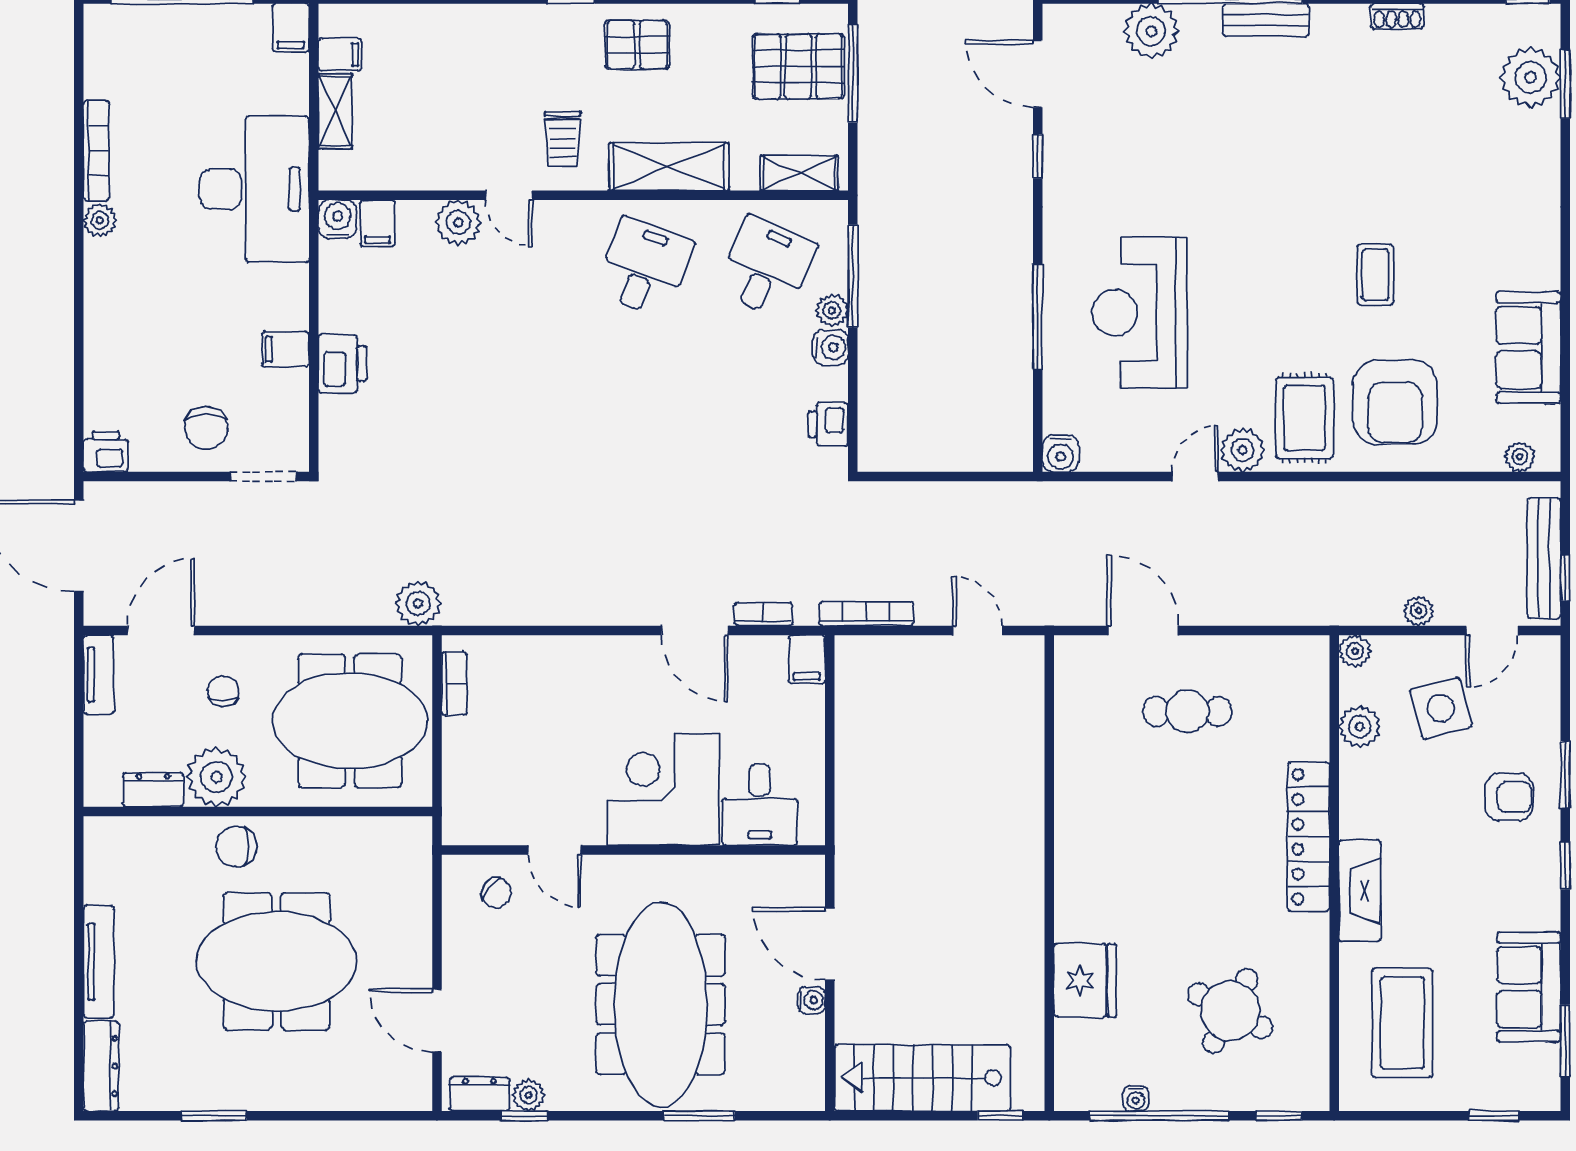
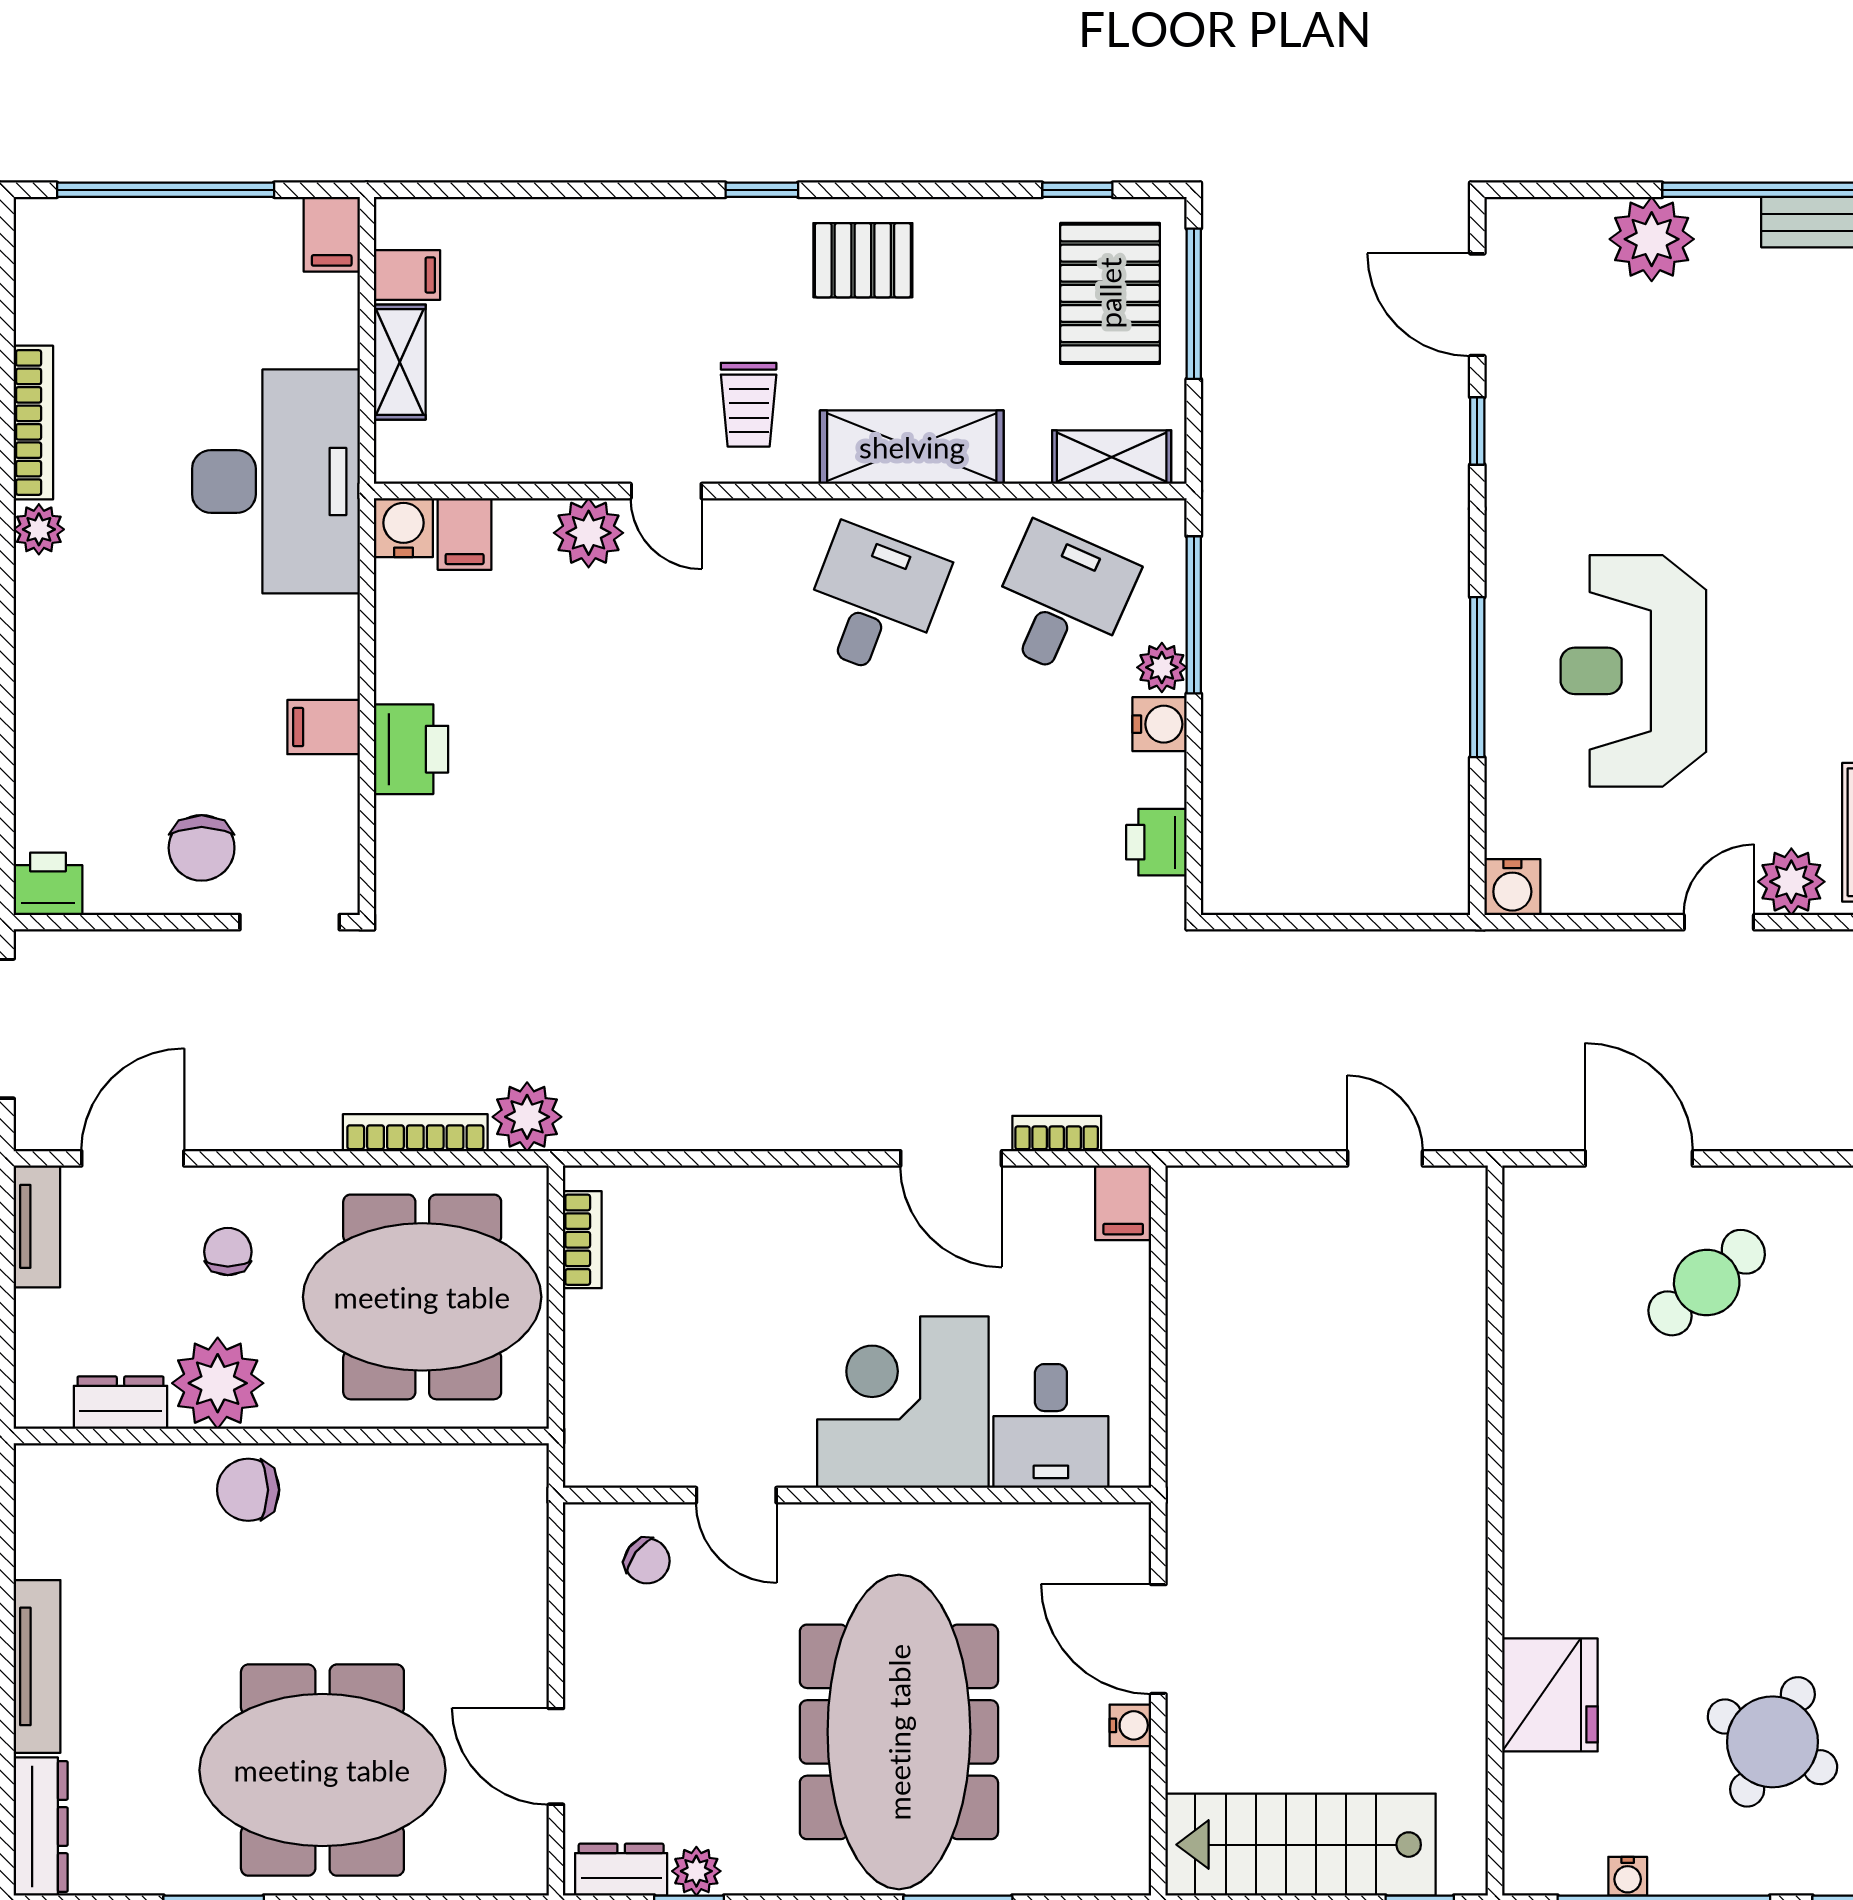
pallet: (798, 66) -> (1110, 293), turned 90
bookcase: (866, 614) -> (415, 1133), moved
cafe table: (1187, 711) -> (1707, 1283), turned -40
meeting table: (276, 961) -> (322, 1770), moved

